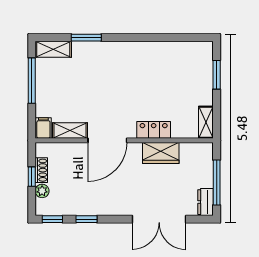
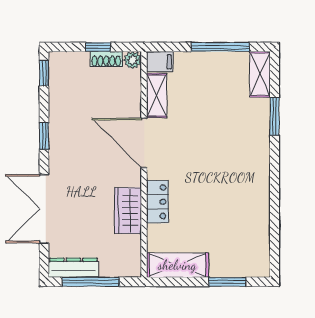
shelving: (206, 122) -> (177, 265), width x1.50, depth x1.33
plant: (42, 191) -> (133, 60), moved
dresser: (206, 202) -> (73, 268), width x1.44
window: (86, 219) -> (44, 136), moved

